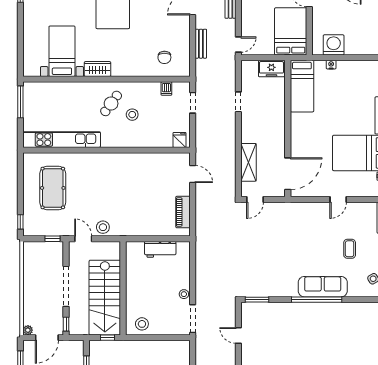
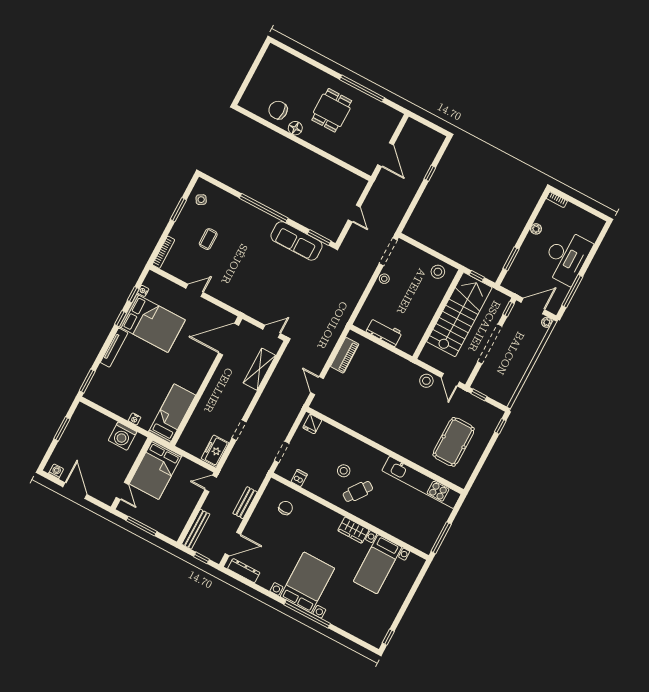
freezer: (271, 69) -> (215, 451), moved, turned -90
sofa: (323, 287) -> (297, 241), moved

